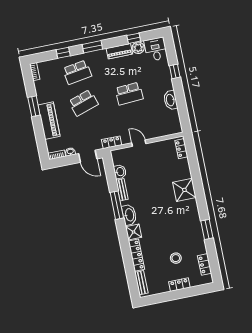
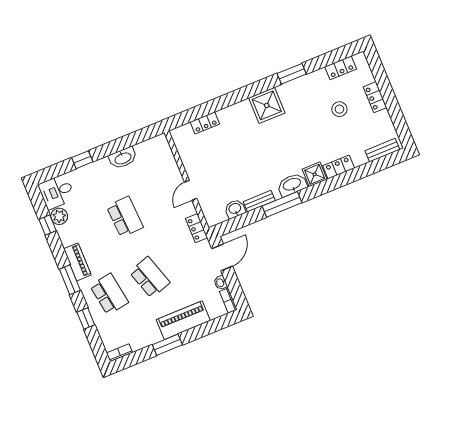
piano: (119, 51) -> (77, 262), moved
locker: (181, 149) -> (205, 123), moved
shower: (184, 190) -> (267, 105), moved
locker: (136, 255) -> (339, 167), width x0.66

